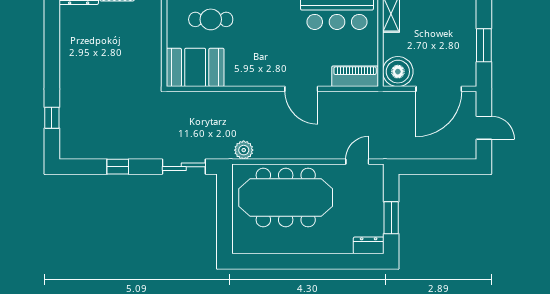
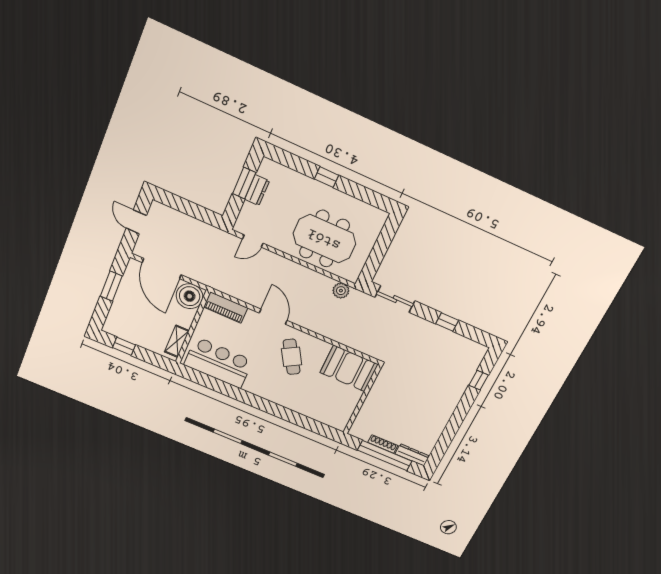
cafe table: (211, 19) -> (292, 357), moved, turned 59
door: (439, 89) -> (162, 269), swing flipped
meeting table: (286, 198) -> (324, 239), width x0.73
dresser: (369, 245) -> (257, 190), moved, turned -90
window: (312, 261) -> (327, 177), added

